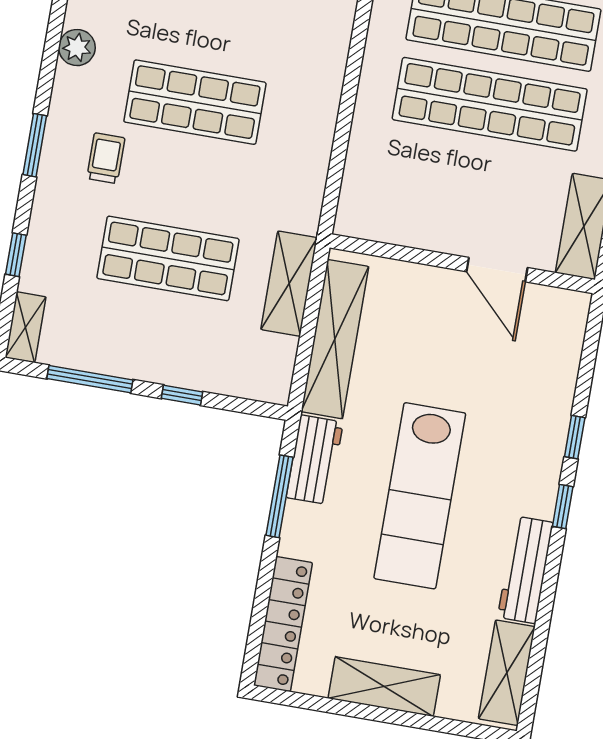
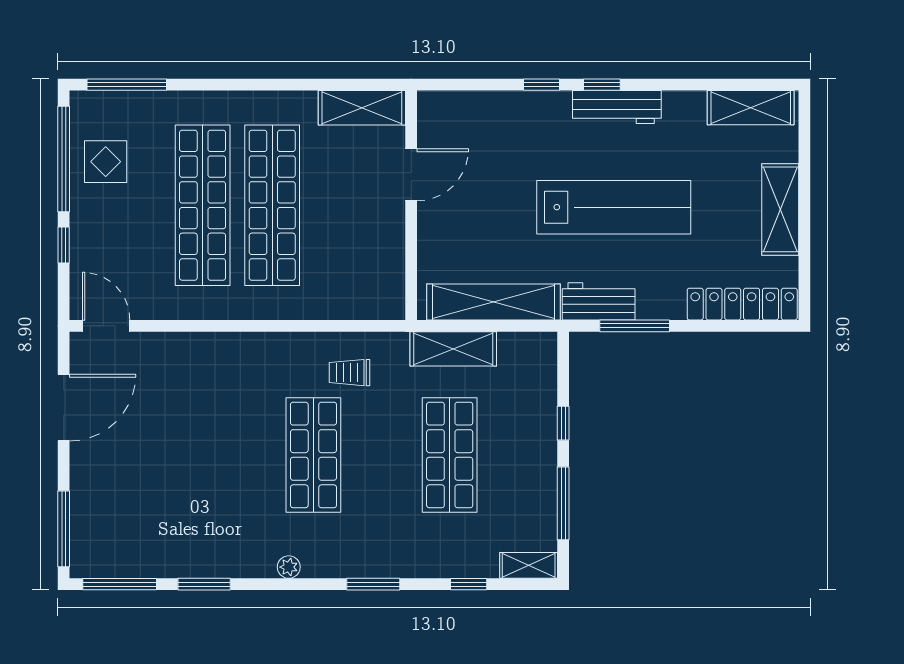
plant: (77, 48) -> (289, 567), width x0.73, depth x0.73
trolley: (106, 158) -> (350, 373), moved
workbench: (525, 570) -> (617, 107), moved

